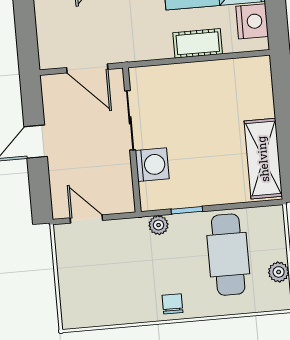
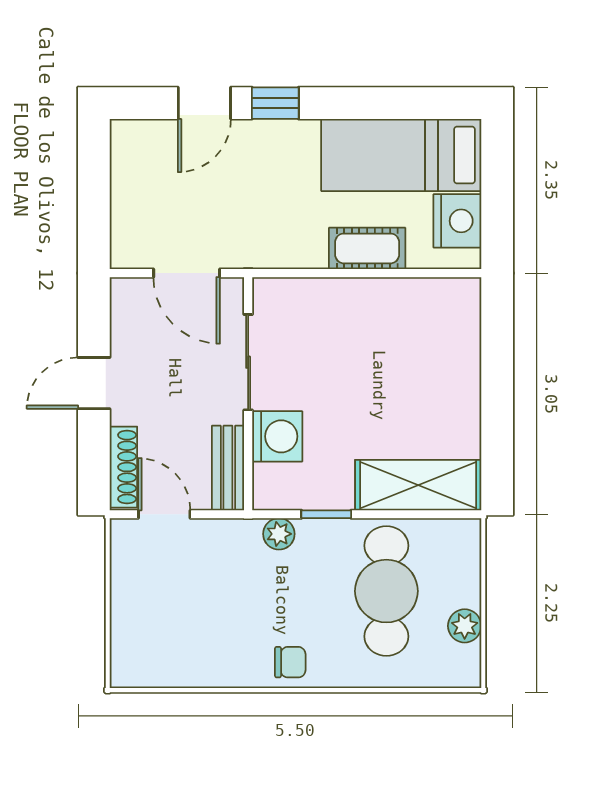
shelving: (263, 159) -> (418, 485), moved, turned 90
bench: (123, 187) -> (228, 468), added
shoe rack: (59, 192) -> (123, 467), added
chair: (173, 304) -> (290, 662), turned 90

